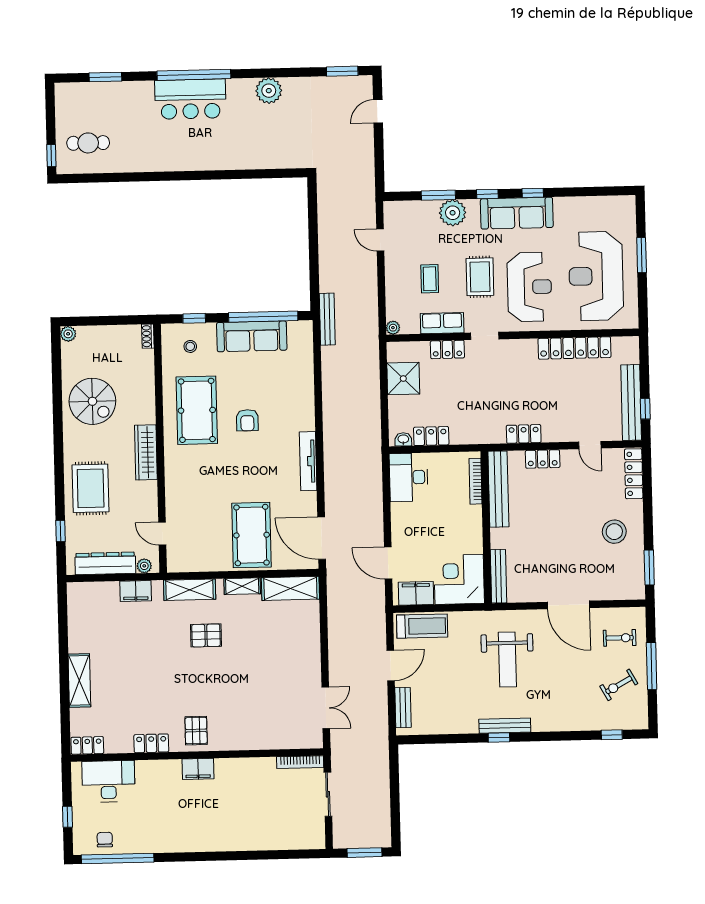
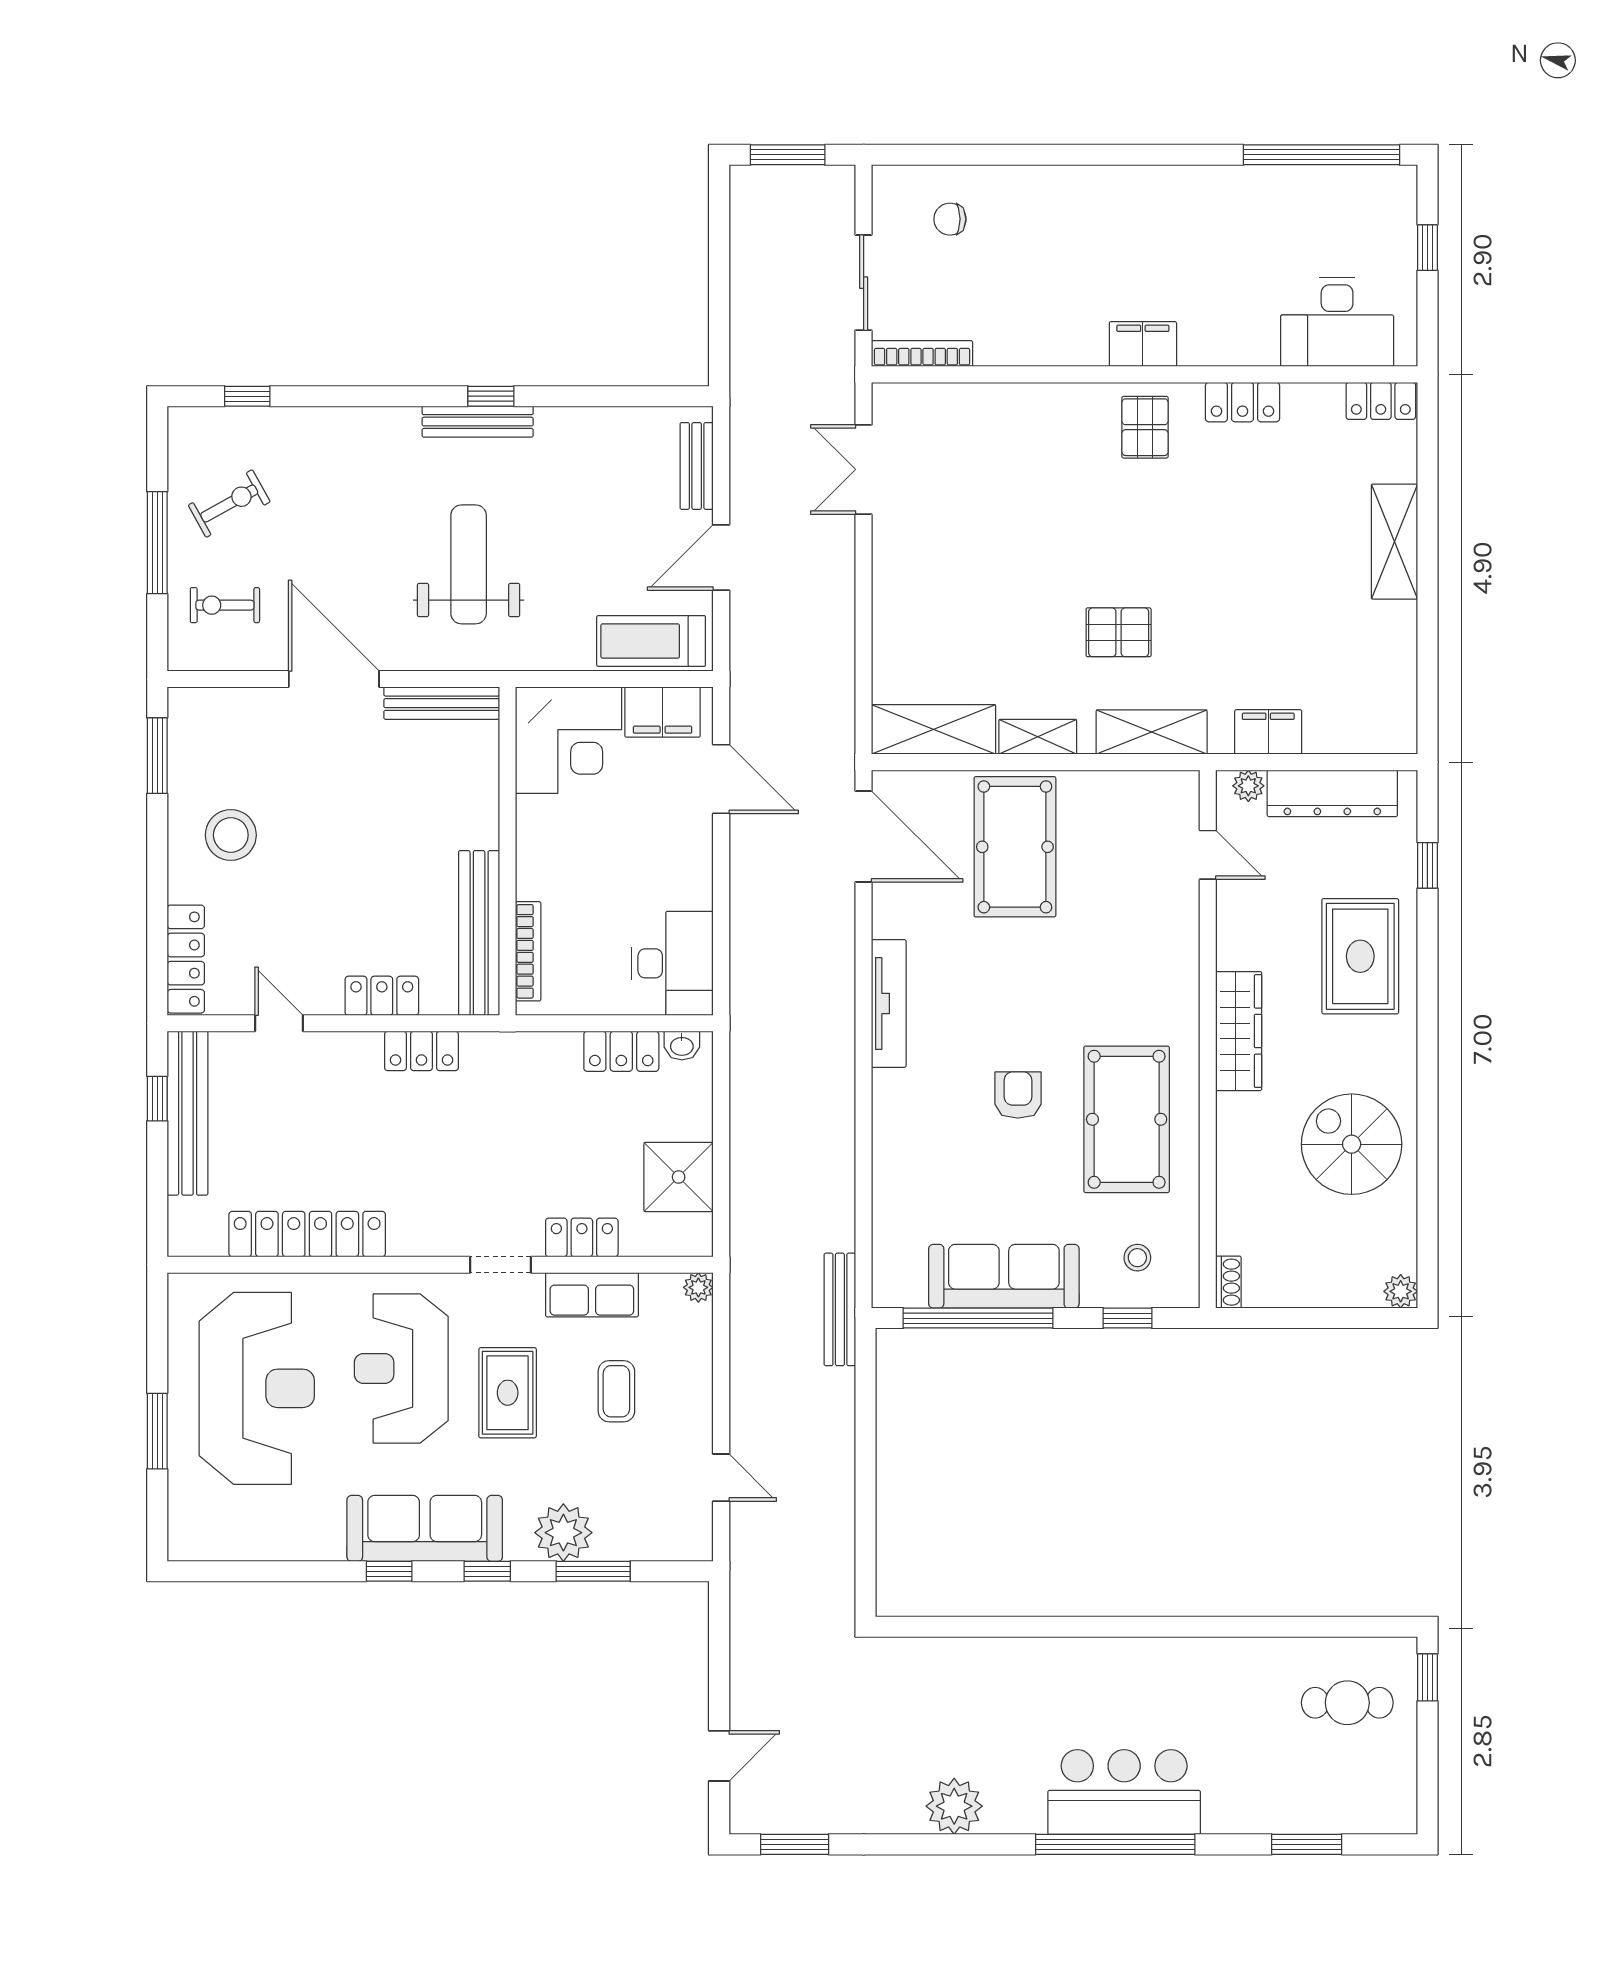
bench: (499, 576) -> (442, 703), moved, turned 90
chair: (105, 840) -> (950, 219), moved, turned 90

